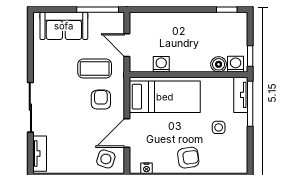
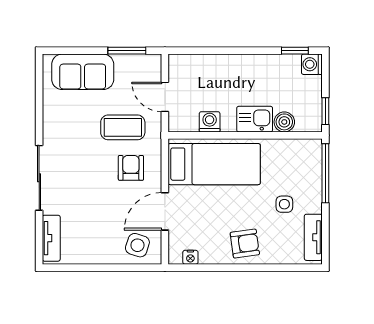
window: (98, 10) -> (127, 51), width x0.69
kitchen sink: (196, 62) -> (255, 119), added
washing machine: (236, 64) -> (312, 64), moved, turned -90
tv unit: (241, 95) -> (313, 237), moved

